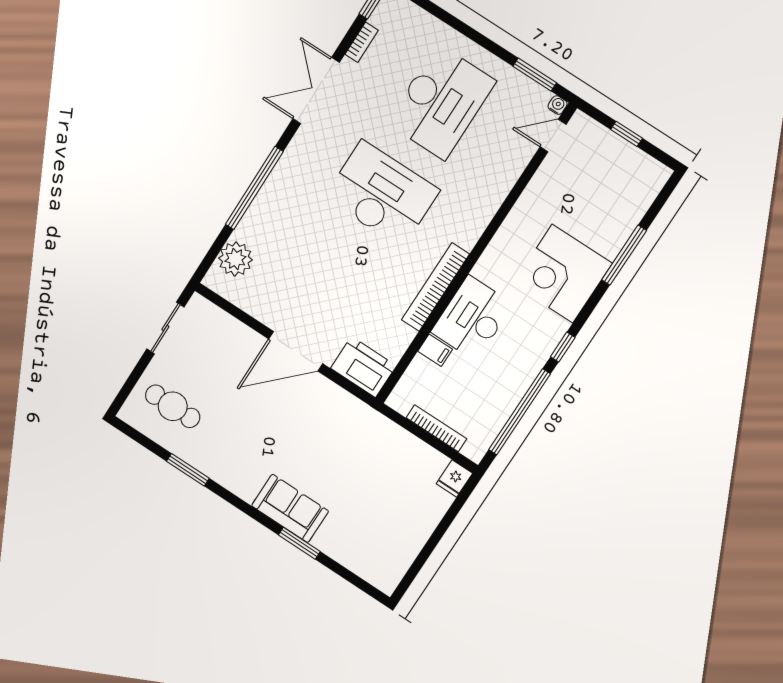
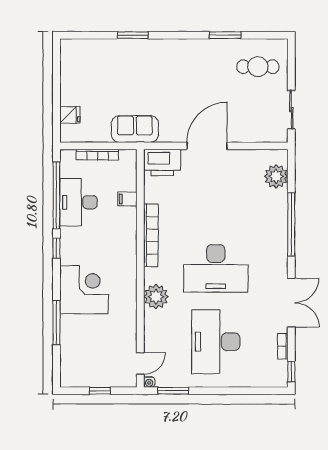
plant: (479, 207) -> (156, 297), added
desk: (472, 318) -> (78, 202), moved, turned 180
fridge: (454, 478) -> (70, 115), moved, turned 90
sofa: (290, 508) -> (135, 129), moved, turned 180

